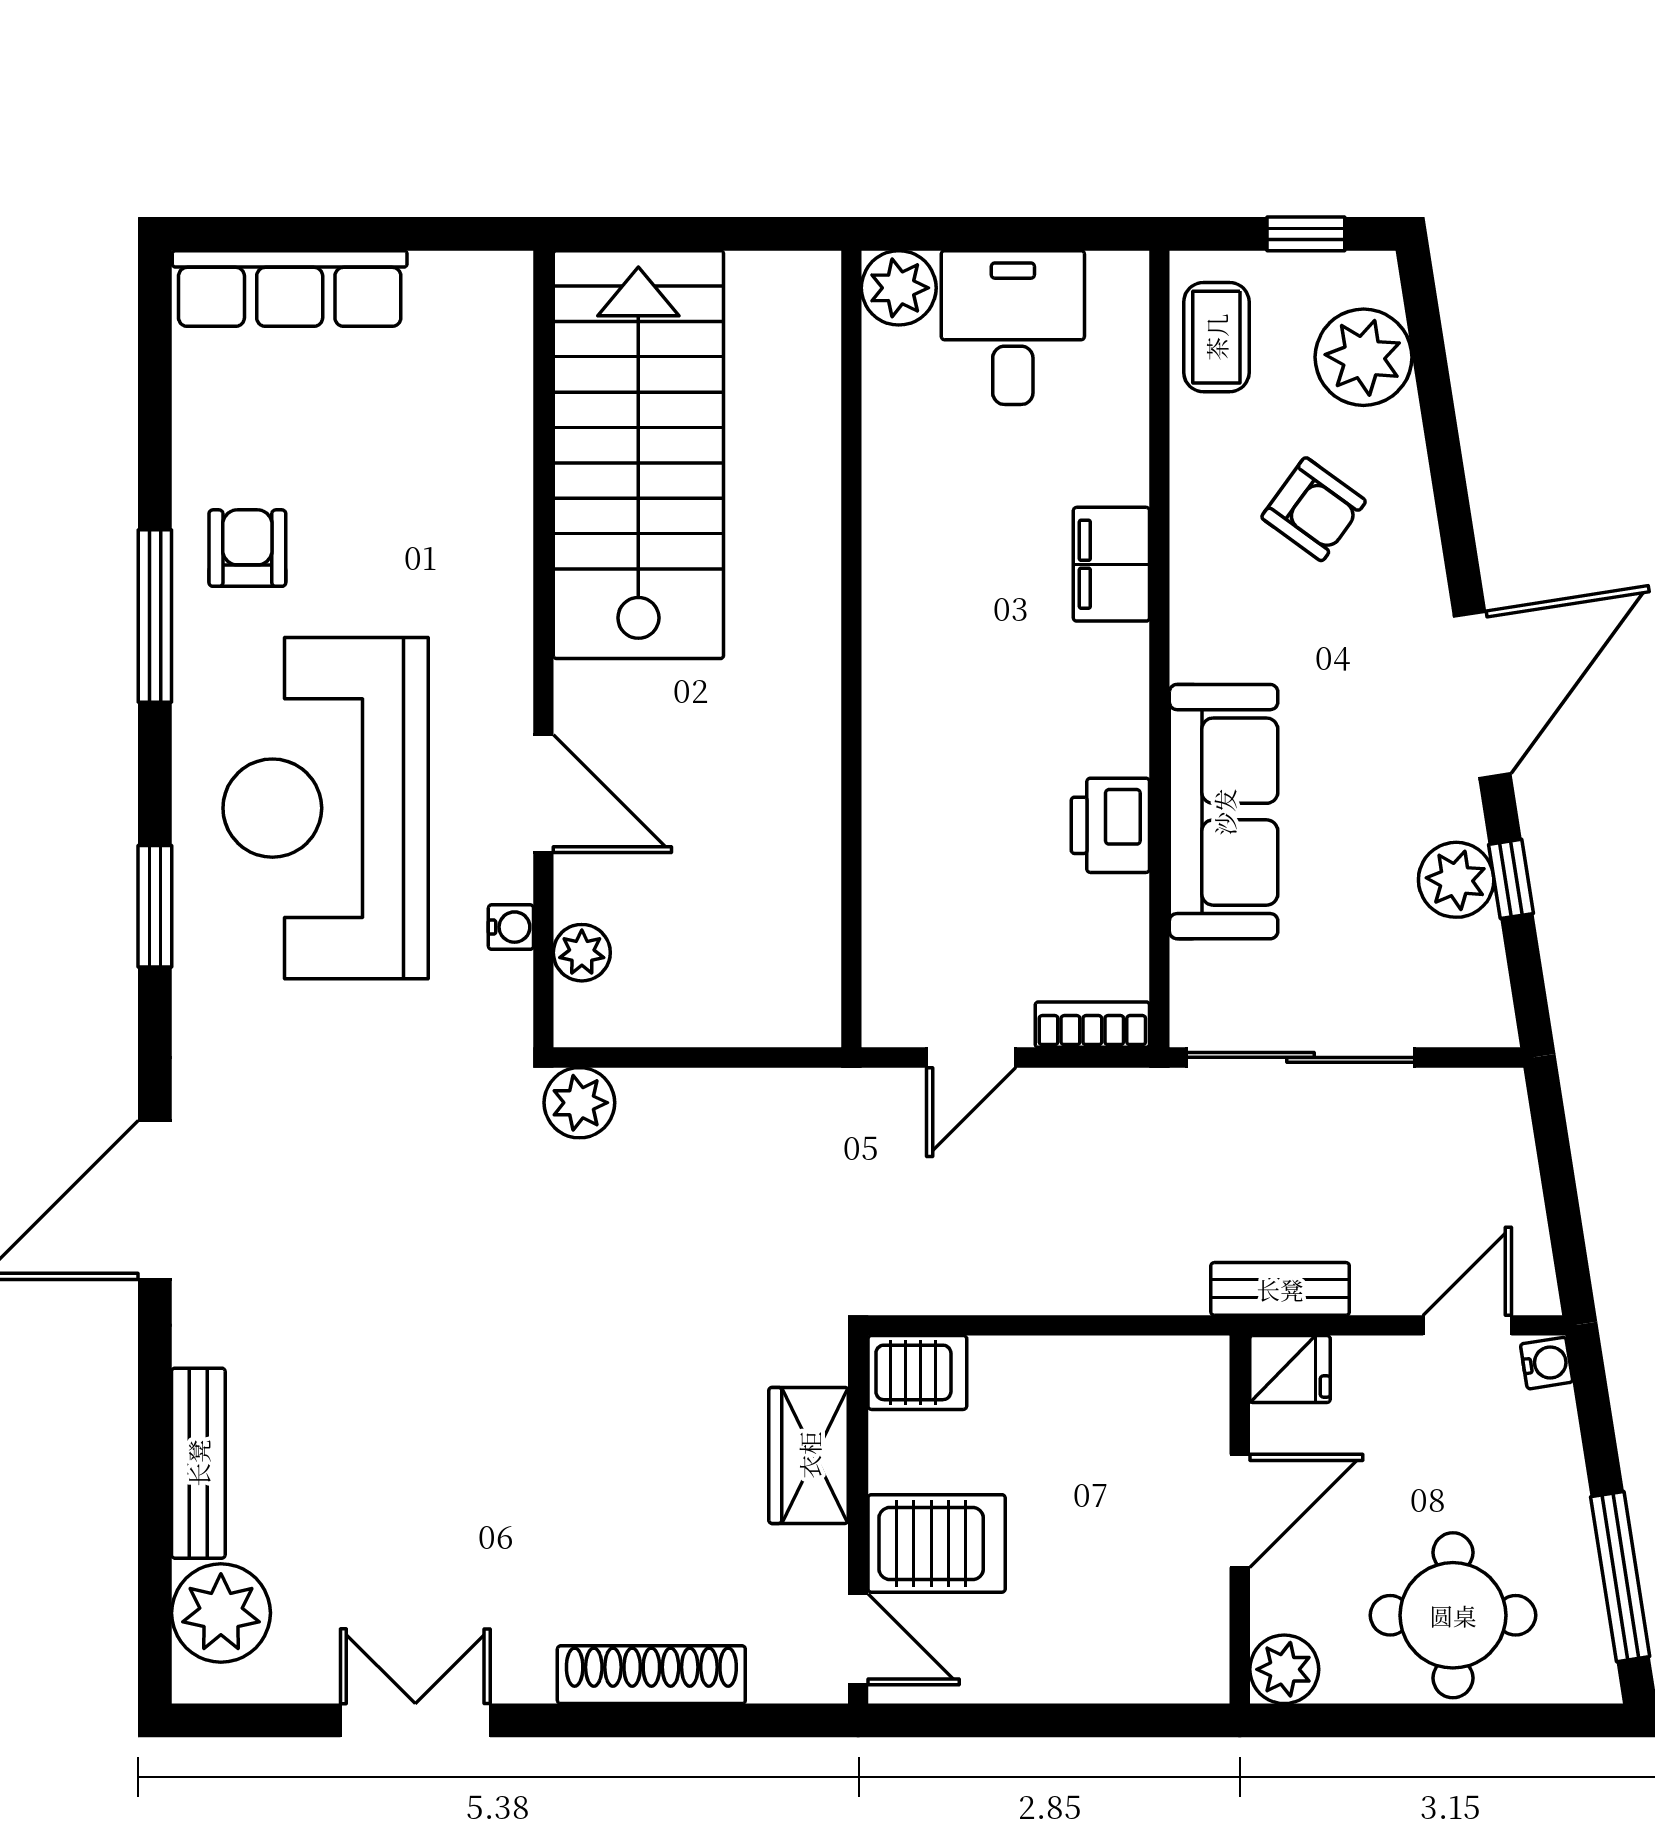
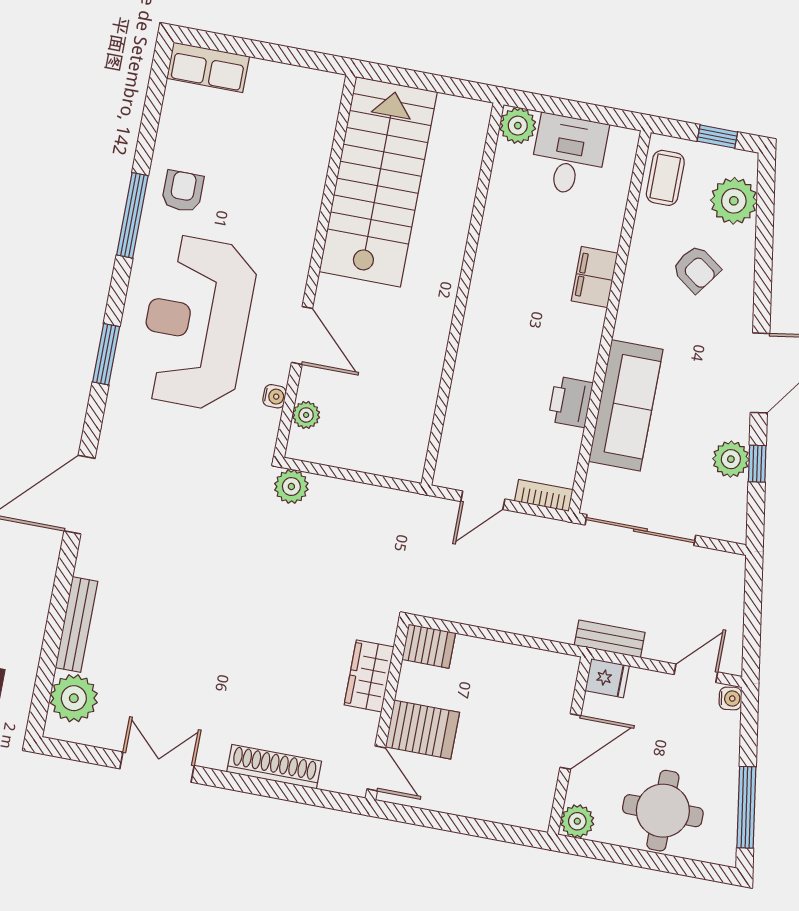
row of seats: (290, 289) -> (208, 67), width x0.68

